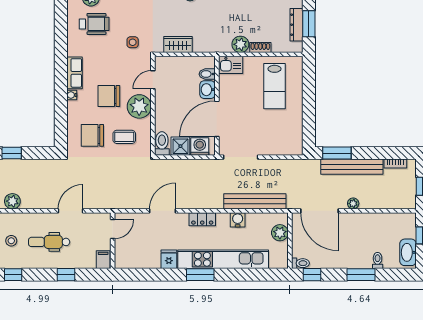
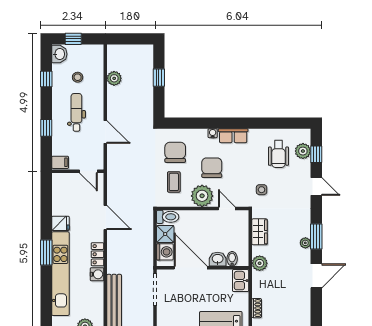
plant: (240, 44) -> (260, 263), moved
water cooler: (238, 220) -> (97, 274), moved

